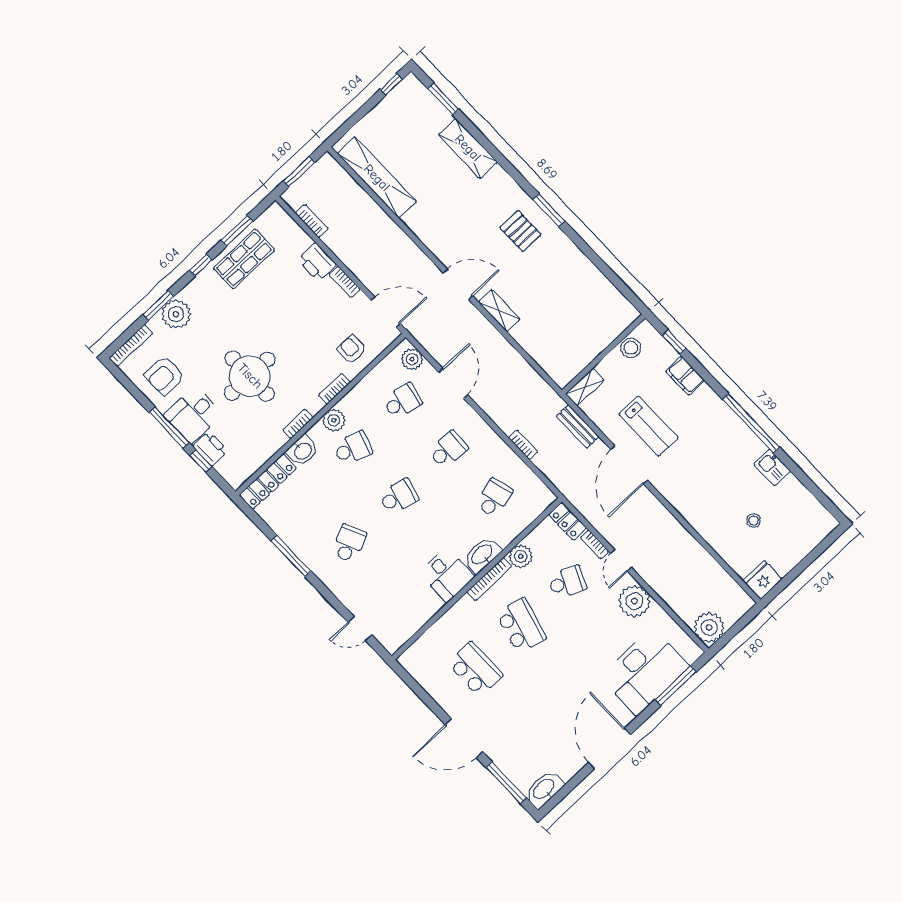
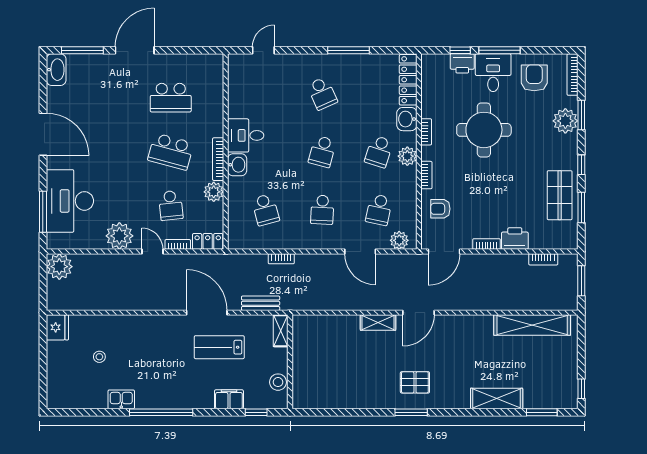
armchair: (352, 350) -> (440, 209), turned 180
washbasin: (482, 555) -> (237, 165), width x0.72
school desk: (567, 582) -> (171, 205), turned -30

